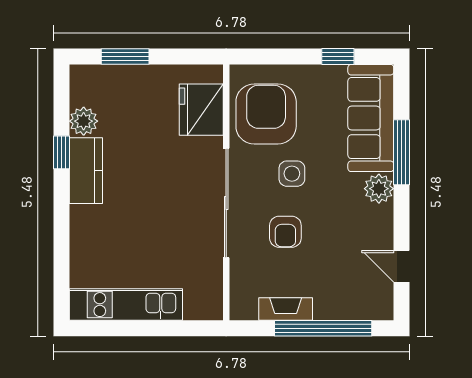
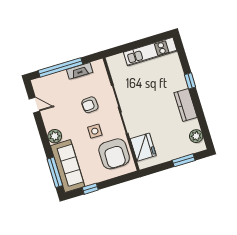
plant: (84, 121) -> (196, 136), moved
window: (61, 152) -> (190, 81), moved
window: (401, 152) -> (55, 172), moved
armchair: (285, 232) -> (90, 105), turned -94

